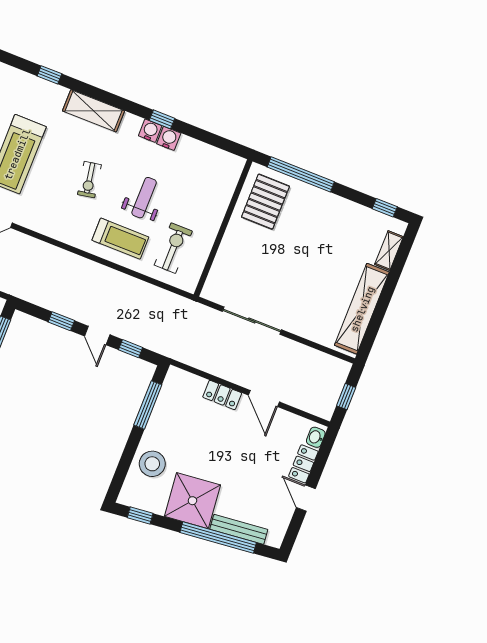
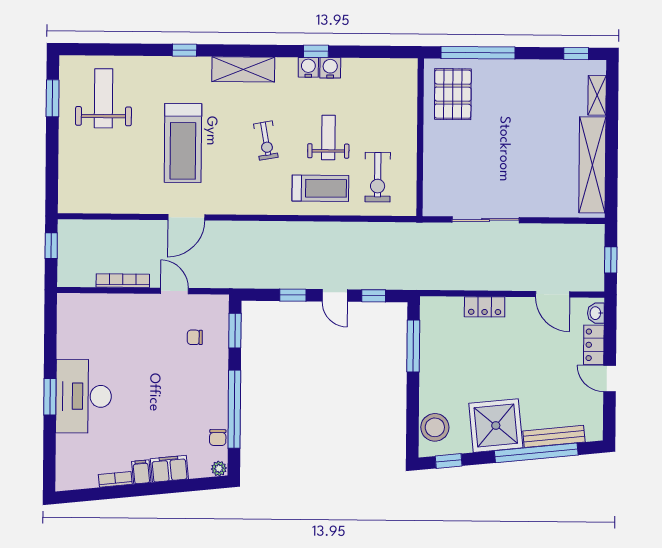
exercise bike: (173, 248) -> (378, 177), turned 180
door: (264, 398) -> (553, 294), moved
stool: (152, 464) -> (435, 427), moved

